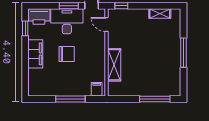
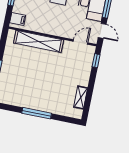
shelving: (114, 65) -> (39, 41), width x1.47

